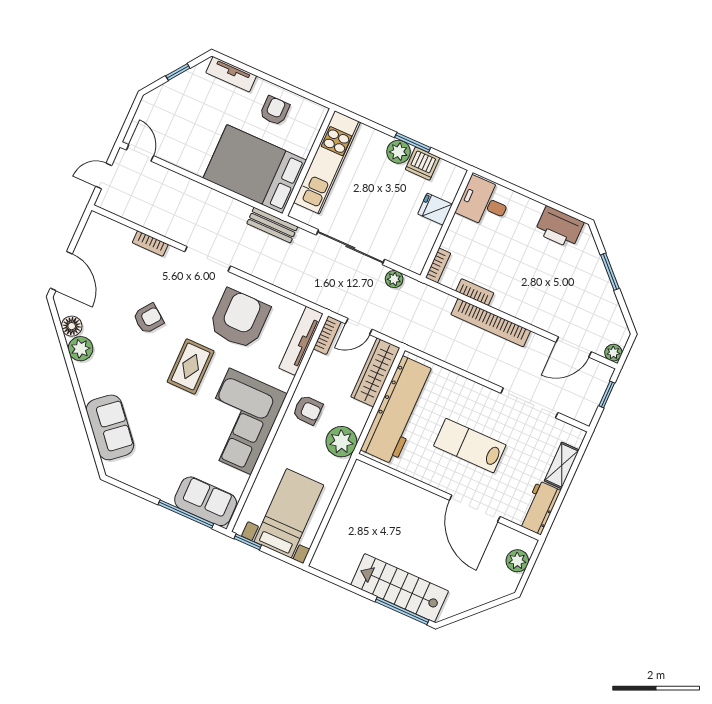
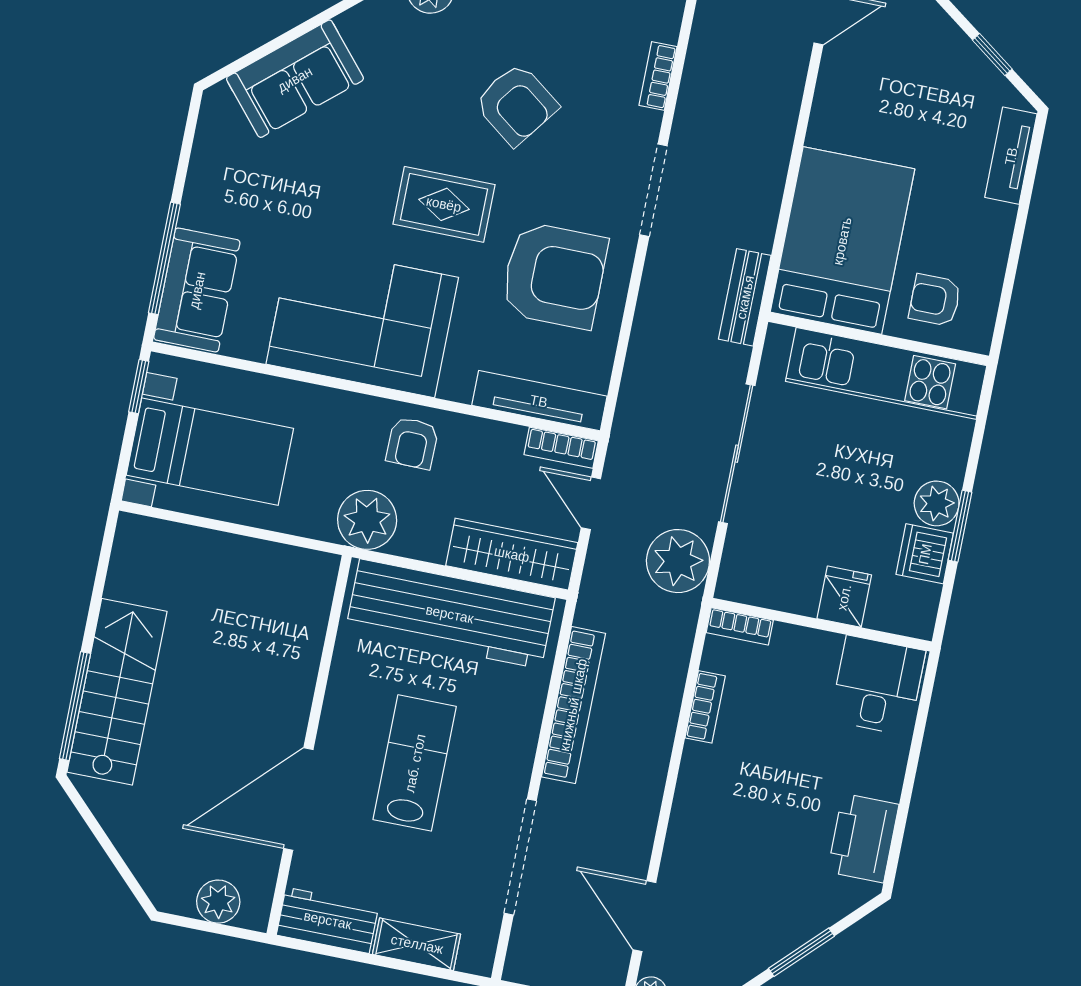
armchair: (275, 111) -> (935, 300), moved, turned 180
plant: (394, 279) -> (678, 561), width x1.87, depth x1.87
armchair: (148, 318) -> (516, 104), width x1.38, depth x1.38
bookcase: (491, 323) -> (573, 705), moved, turned 180

